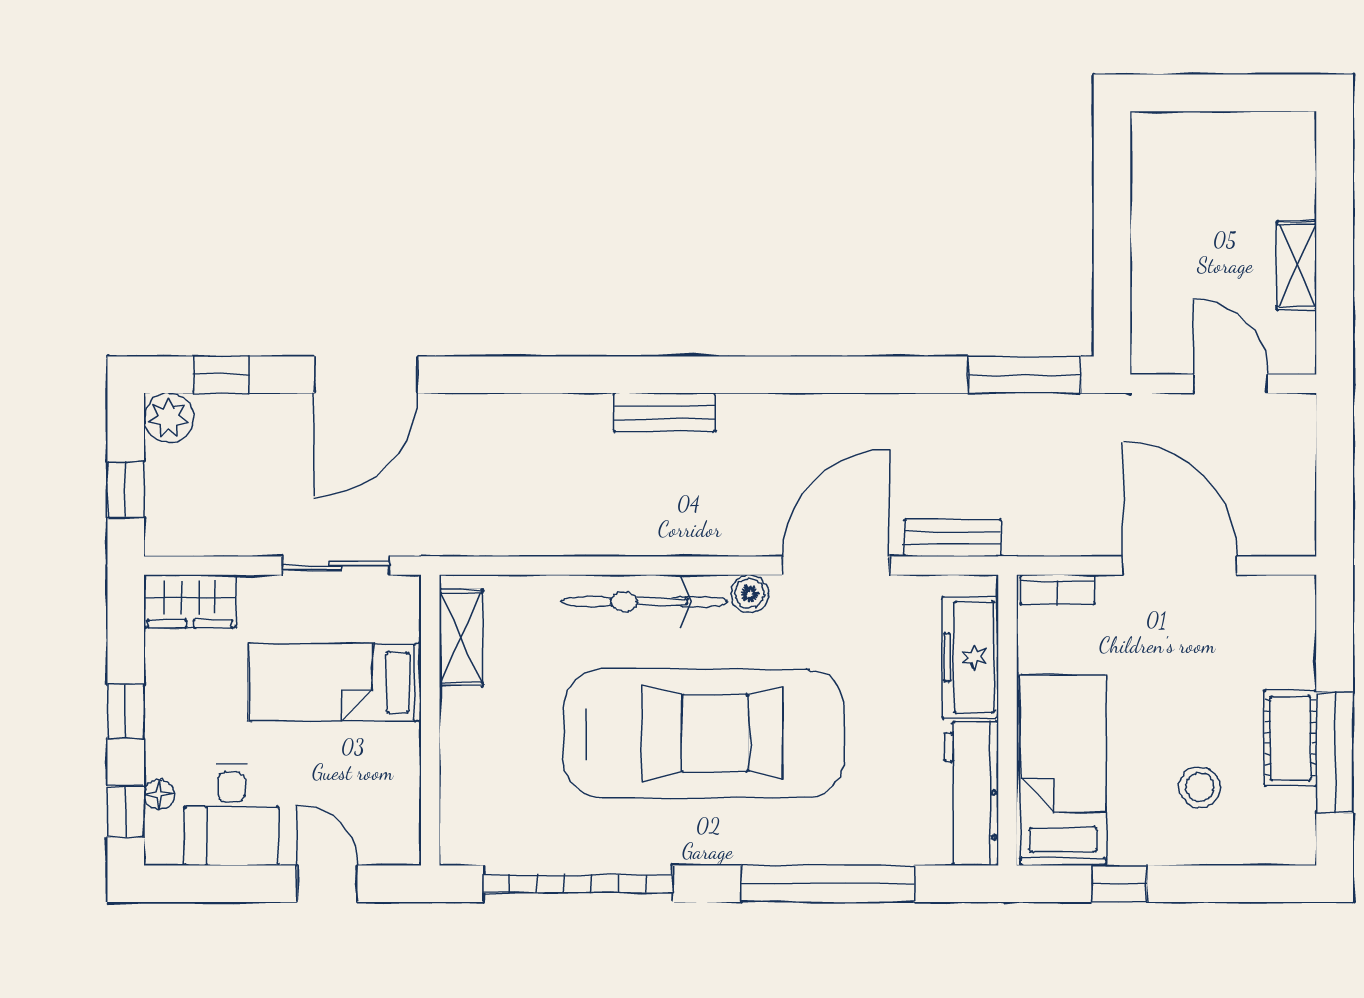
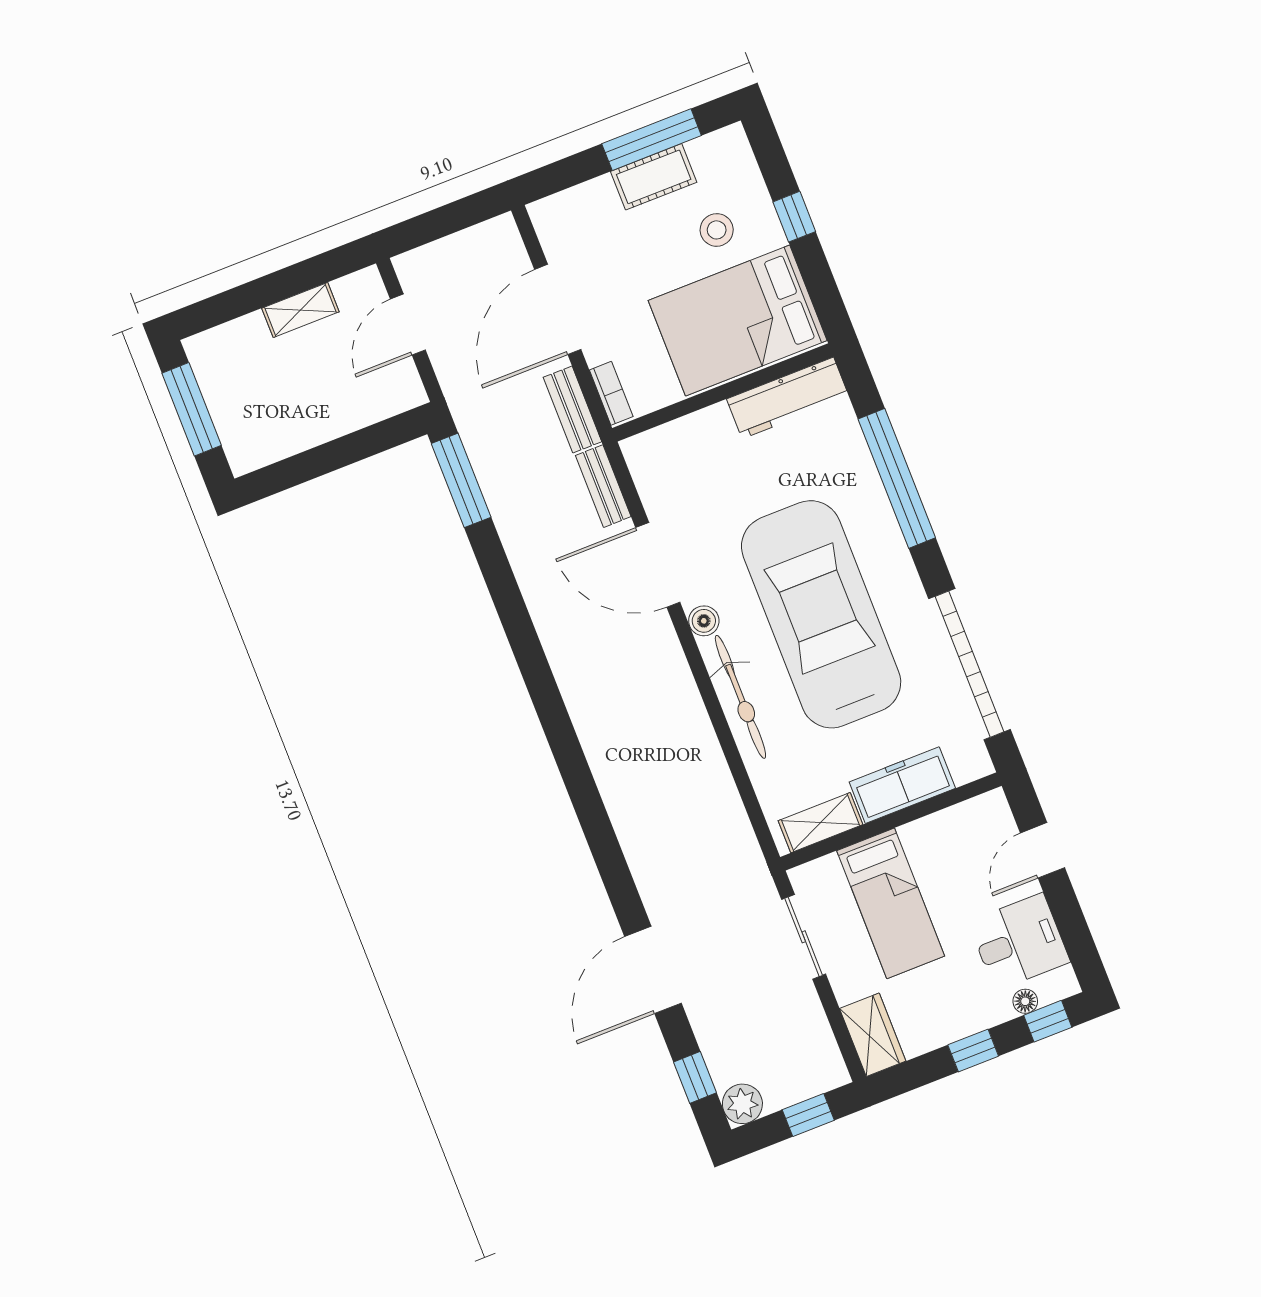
window: (1231, 93) -> (192, 409), added
door: (366, 375) -> (653, 970), swing flipped
bench: (664, 412) -> (572, 410), moved
freezer: (970, 657) -> (902, 785), moved, turned 180
bed: (1063, 770) -> (738, 320), width x1.50
window: (1119, 884) -> (794, 217), moved

